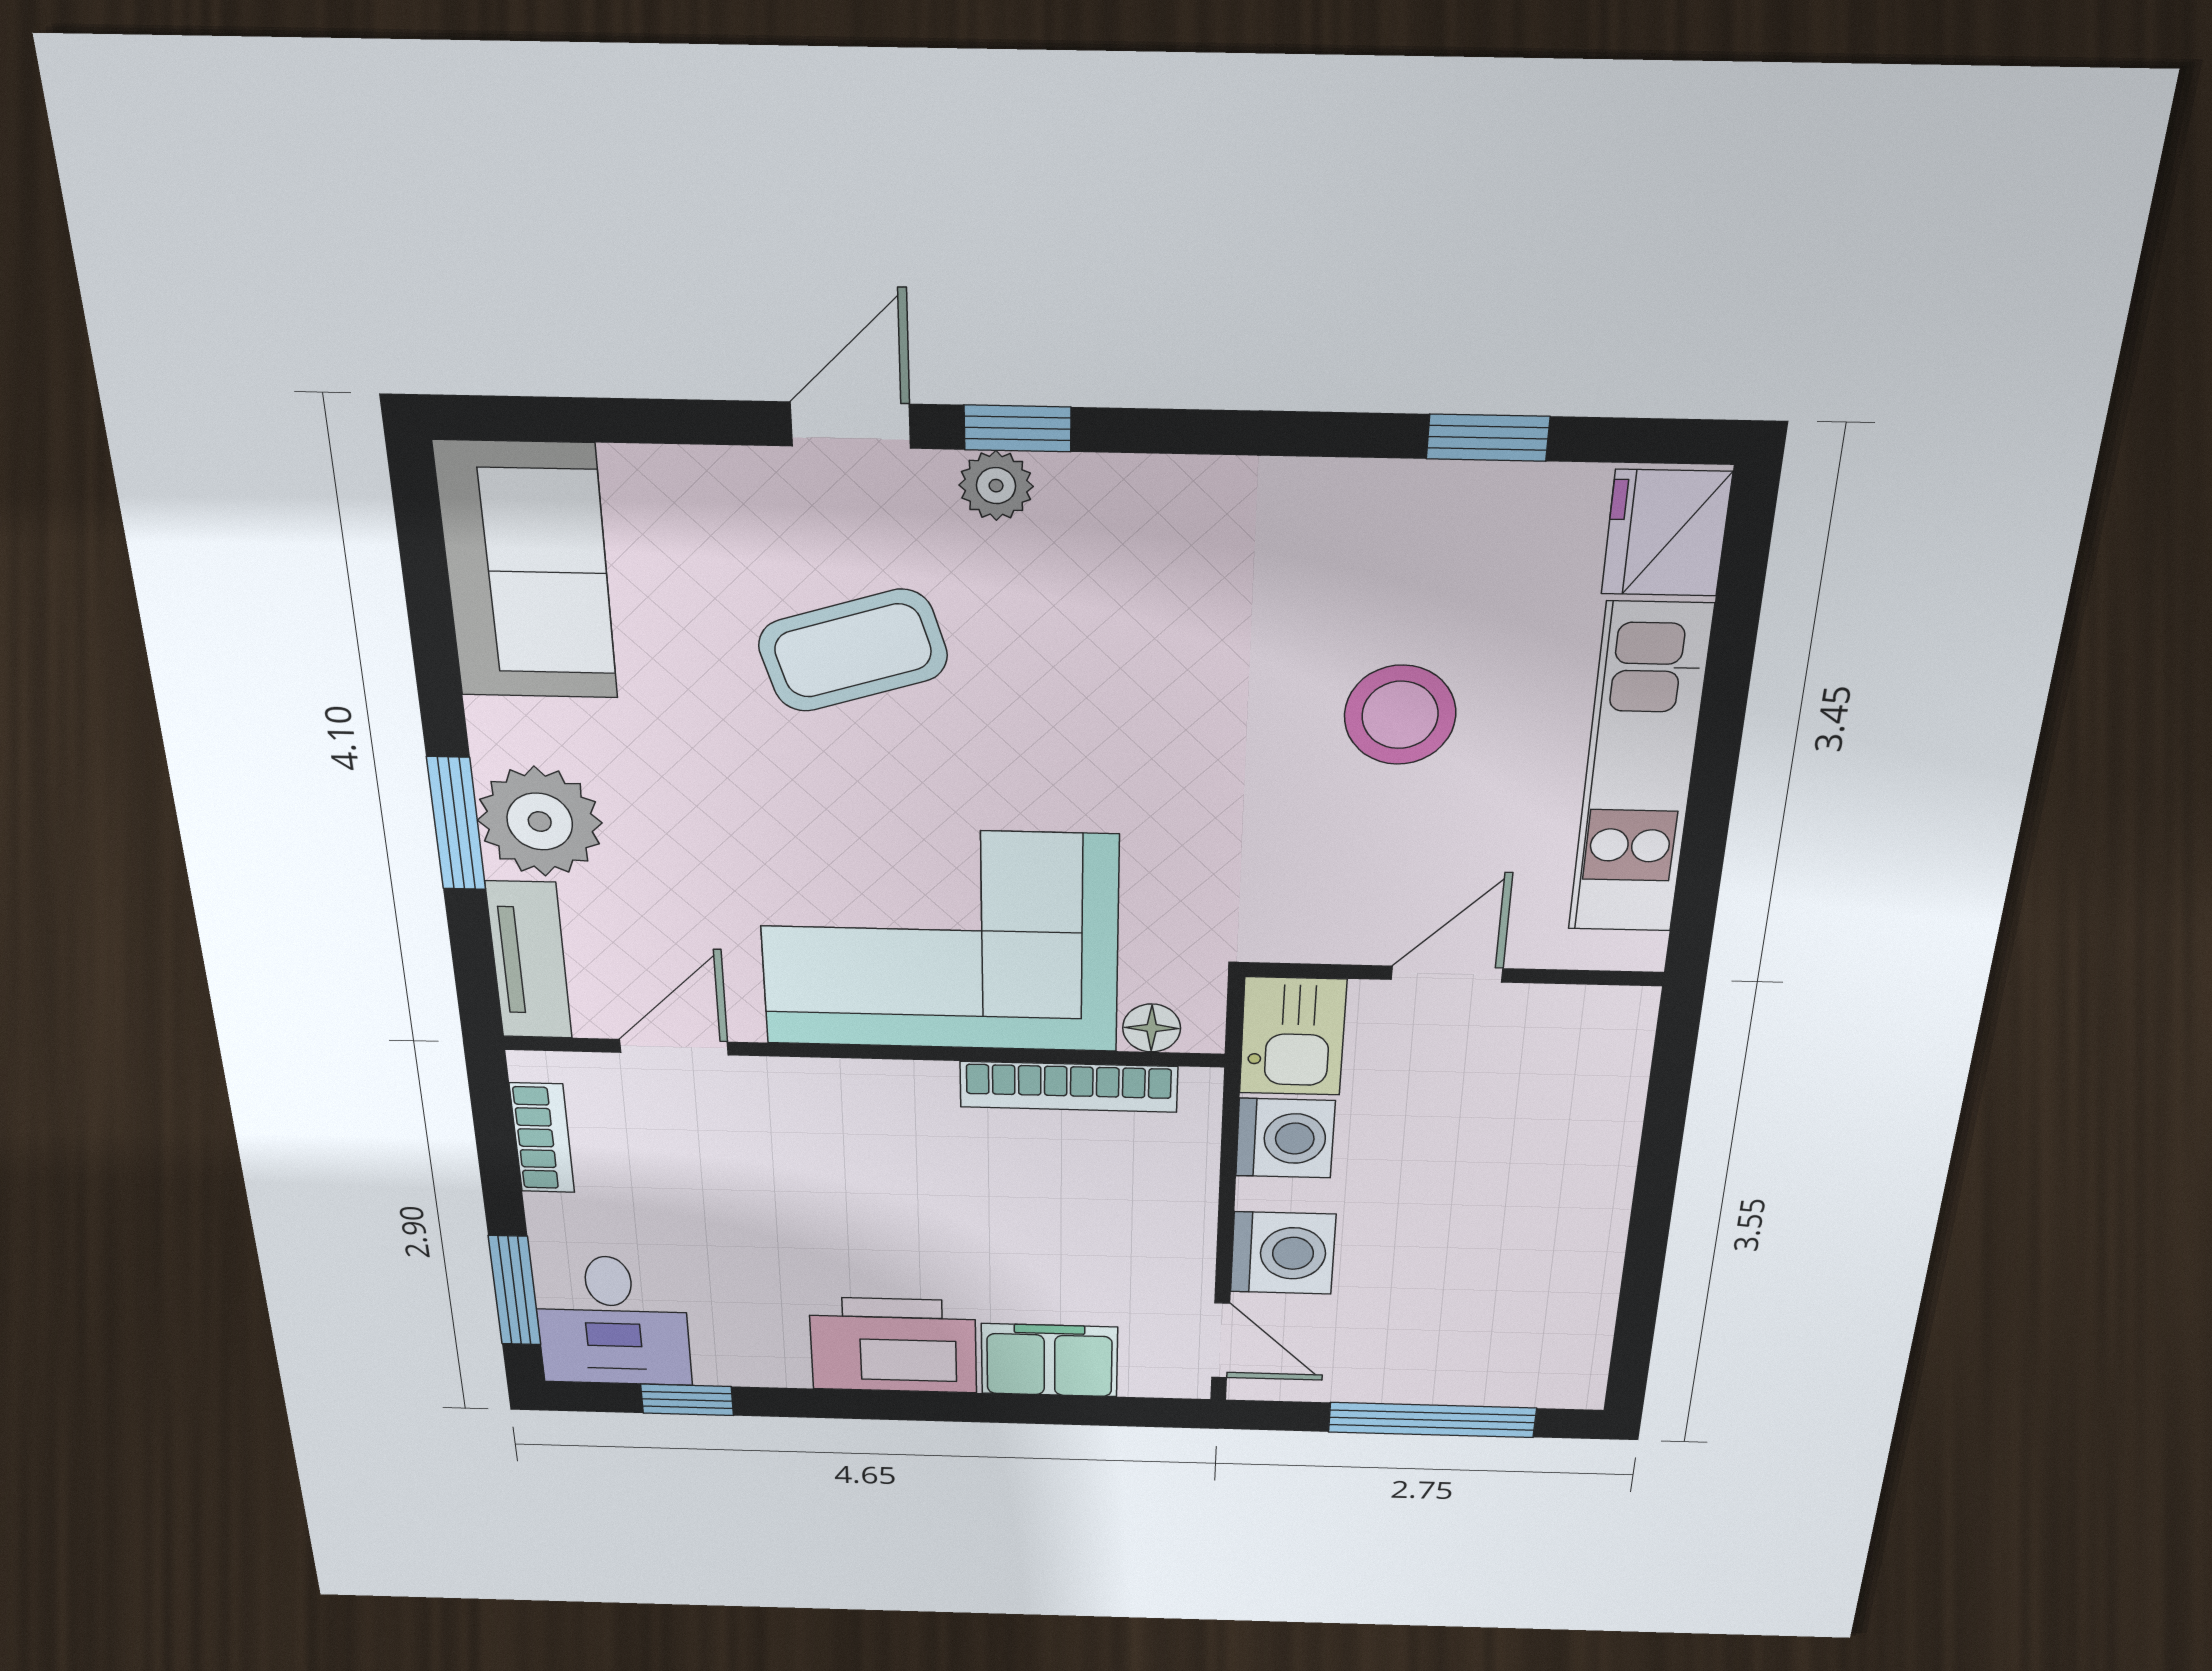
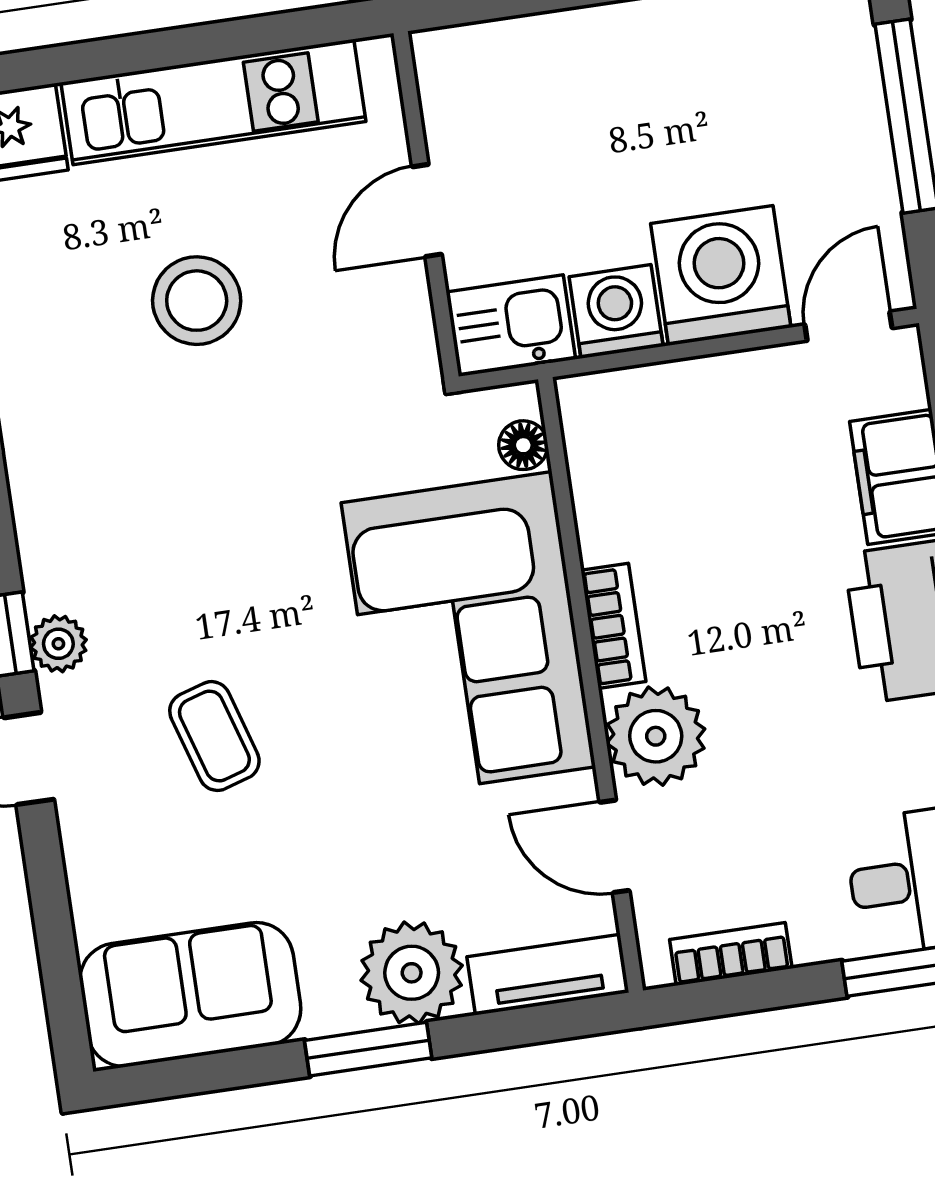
coffee table: (853, 651) -> (214, 736), width x0.73, depth x0.77
window: (456, 824) -> (368, 1049), moved
door: (1447, 974) -> (427, 210), hinge flipped
bookcase: (1069, 1087) -> (613, 626), moved, width x0.64
plant: (796, 1105) -> (656, 736), added
washing machine: (1283, 1253) -> (721, 275), width x1.37, depth x1.37

